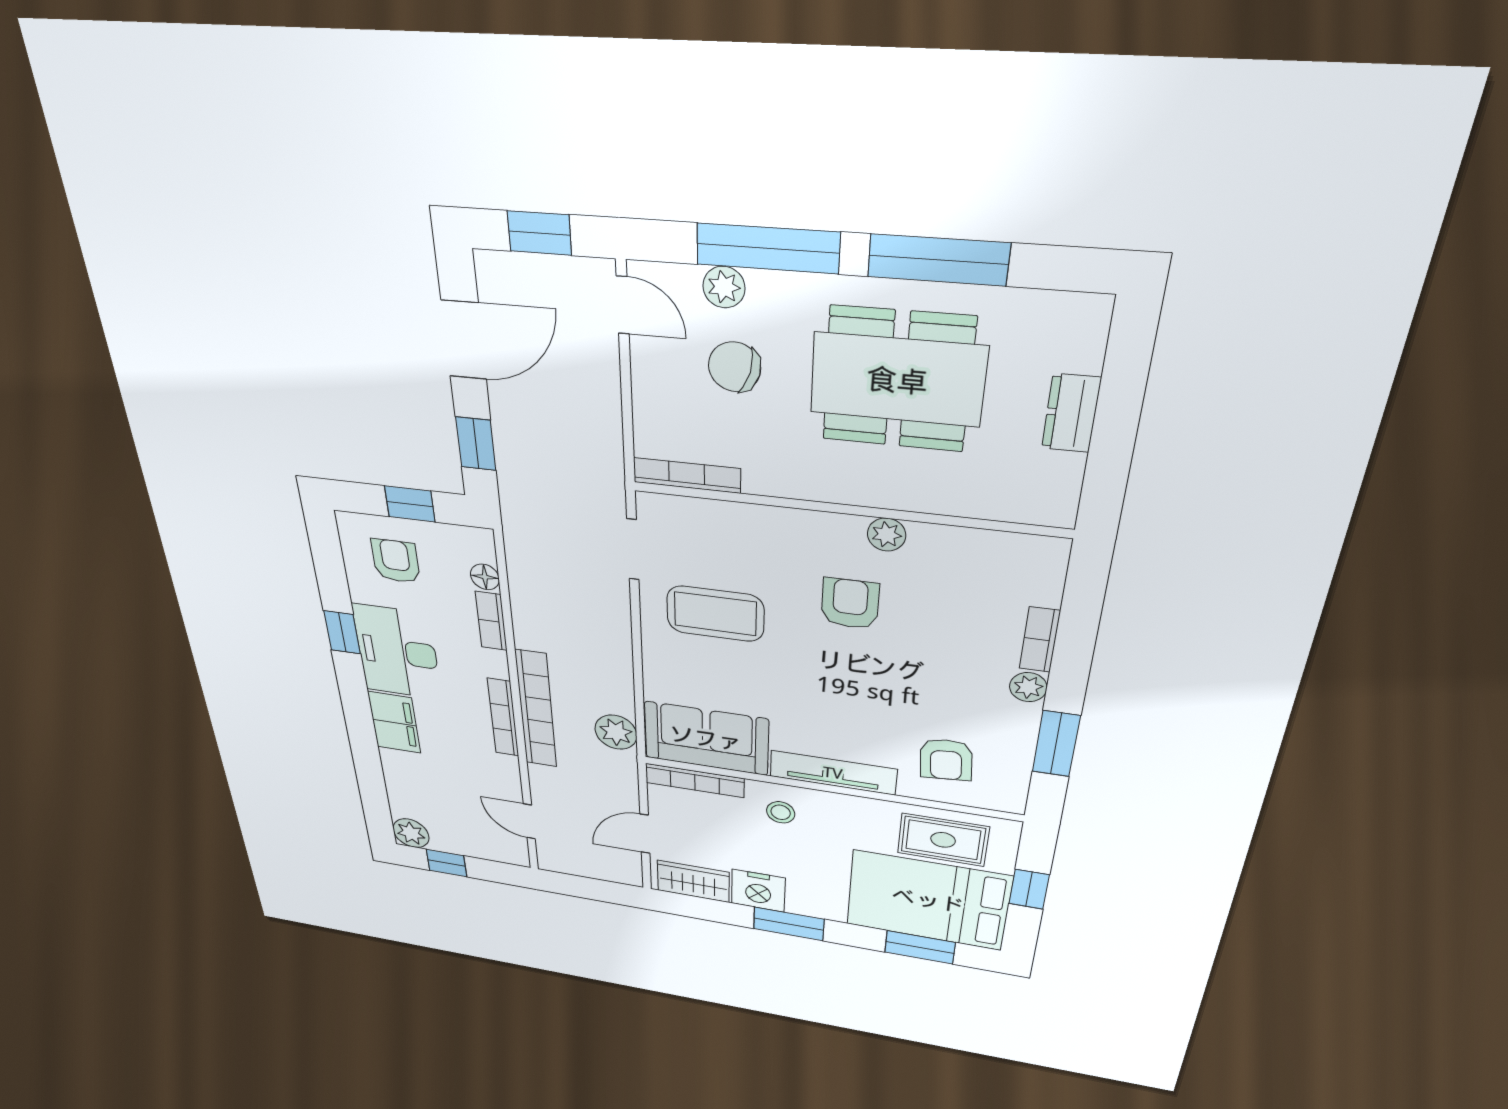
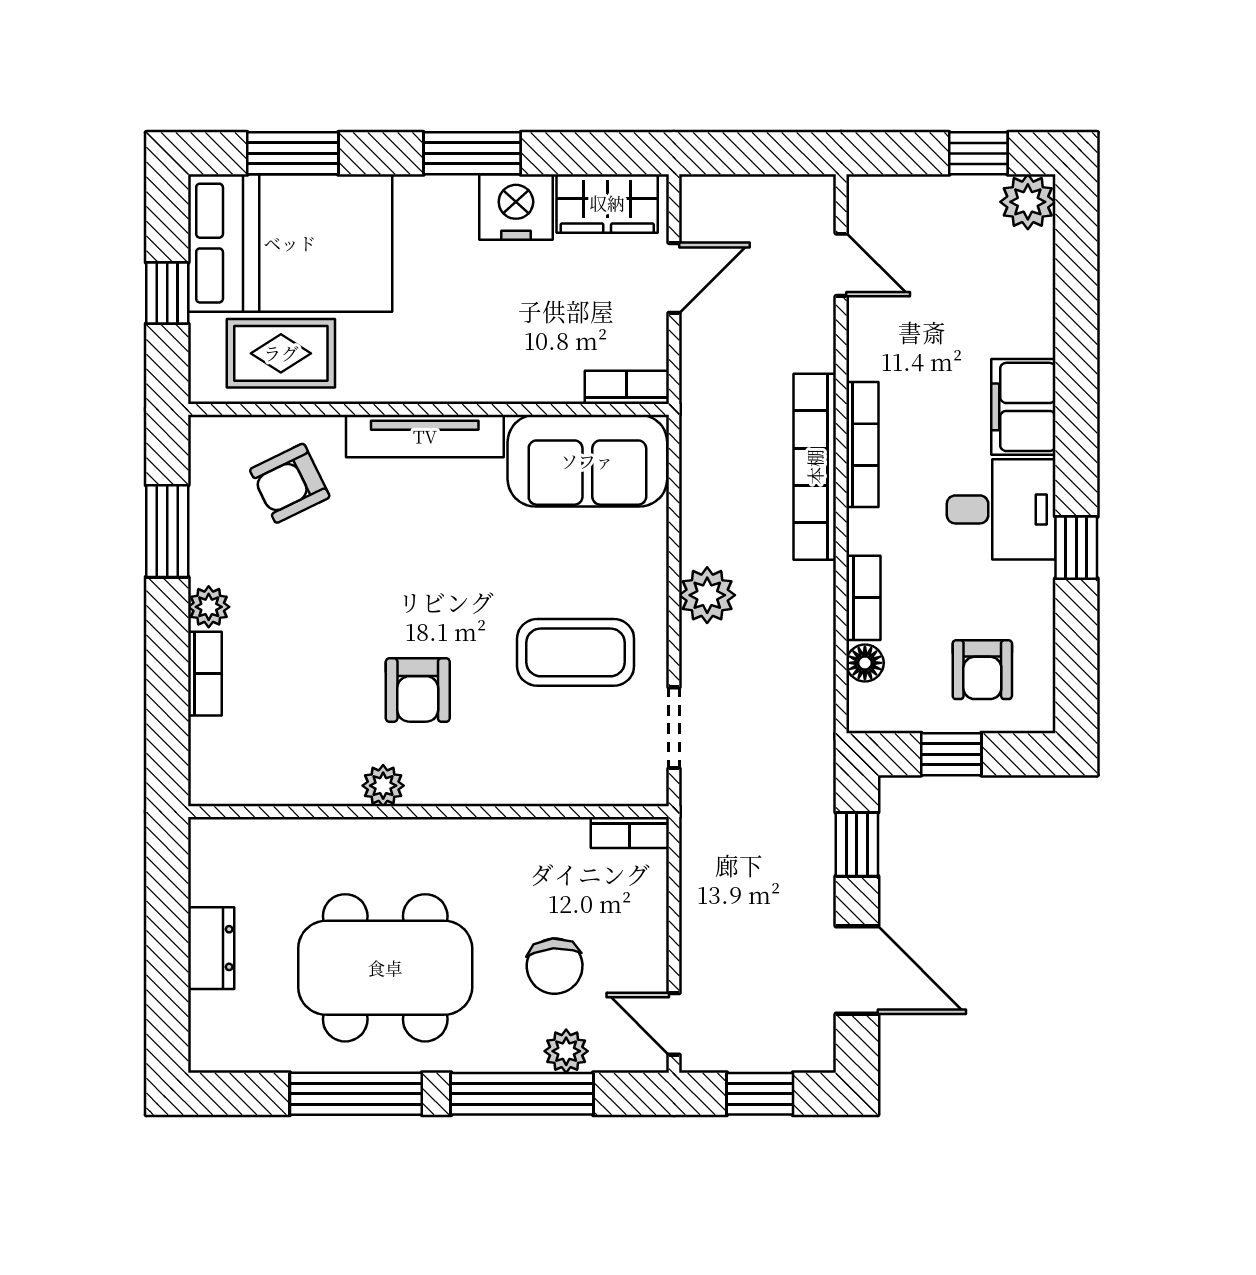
door: (464, 340) -> (857, 970), swing flipped
chair: (735, 367) -> (555, 966), turned 71
bookcase: (687, 475) -> (630, 832), width x0.64
desk: (397, 652) -> (1001, 509), width x0.73
plant: (616, 732) -> (707, 595), moved
armchair: (946, 760) -> (290, 483), turned -111
bookcase: (695, 780) -> (627, 387), width x0.64
stool: (781, 812) -> (489, 356), removed

